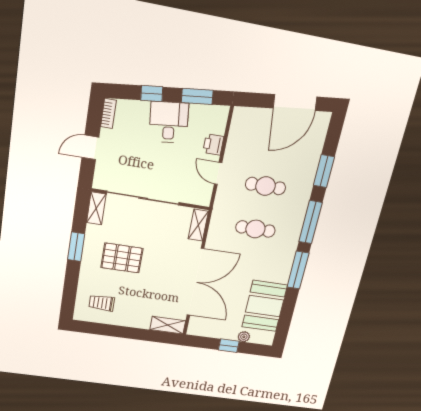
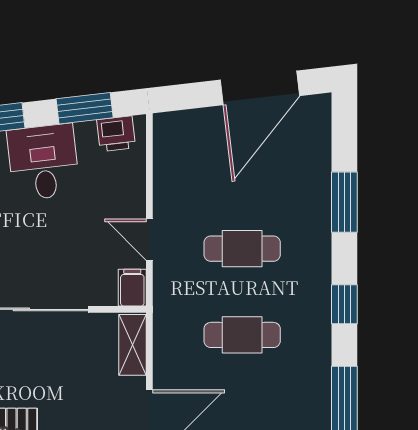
printer: (213, 144) -> (116, 134), moved, turned -97
filing cabinet: (204, 197) -> (132, 288), added
window: (311, 222) -> (344, 304), width x0.46

